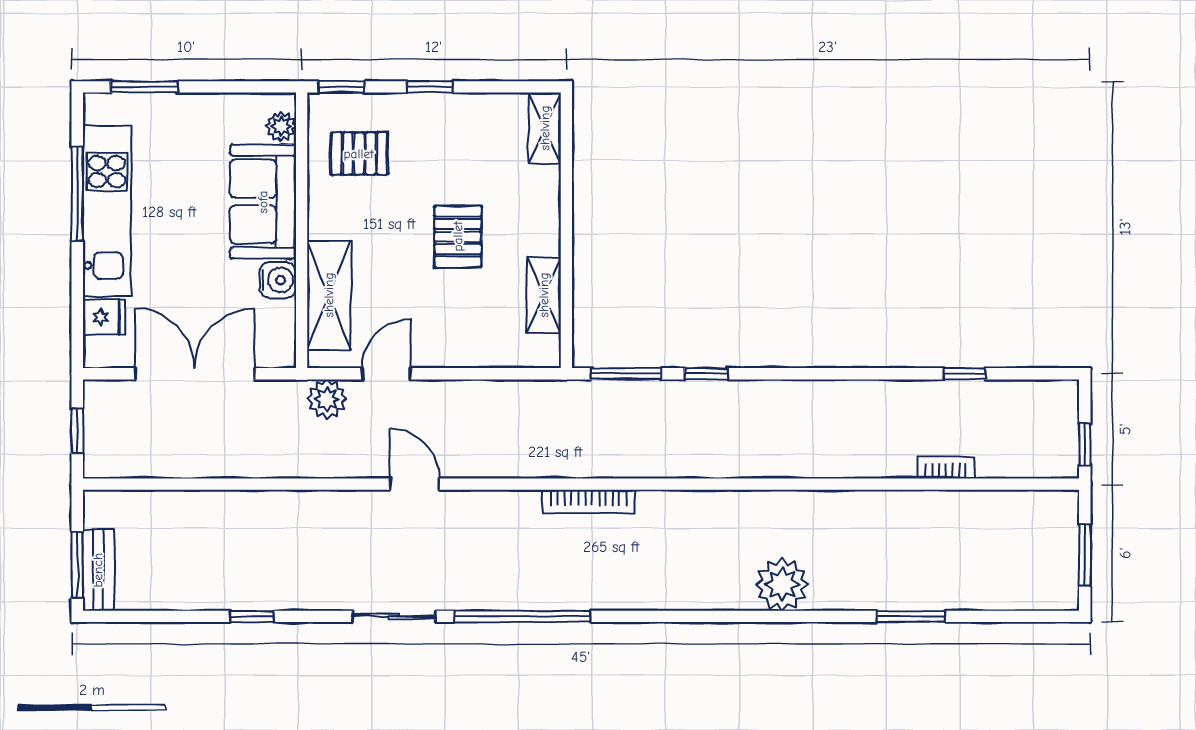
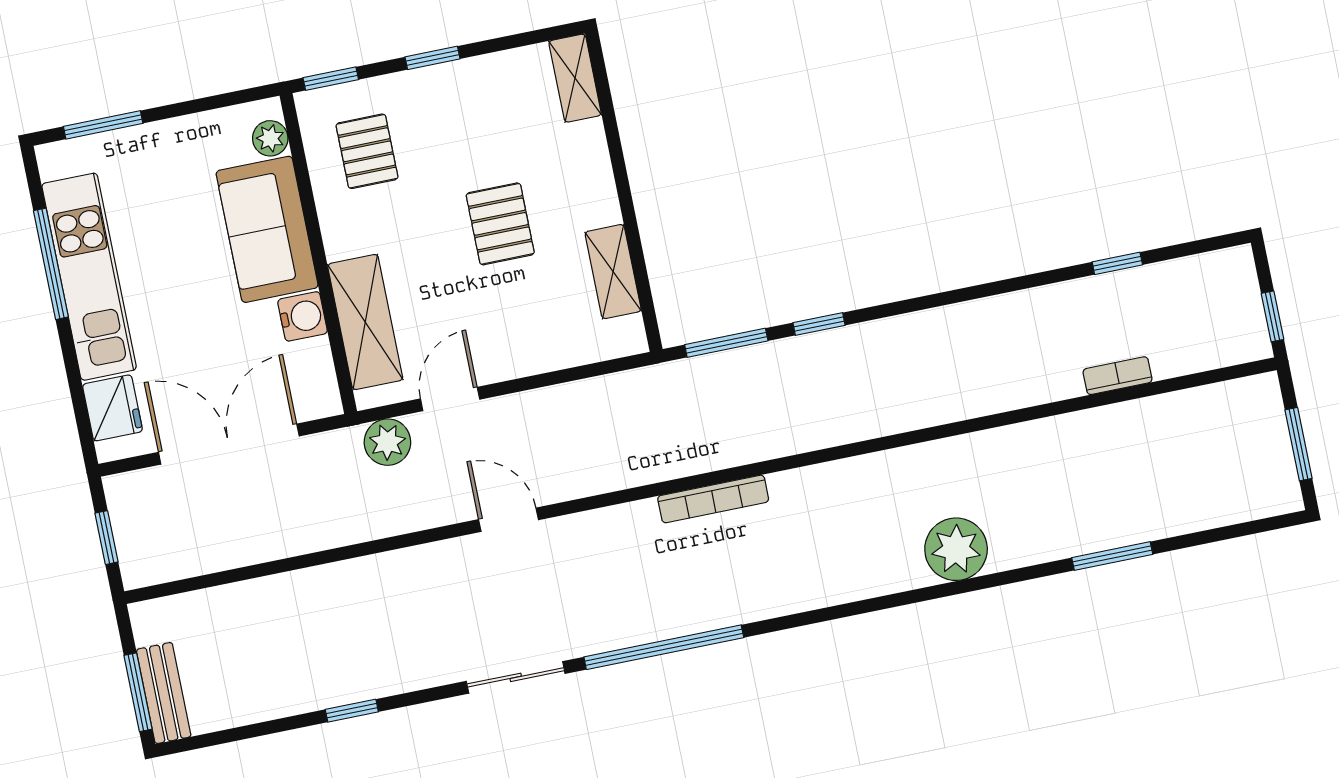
pallet: (359, 154) -> (367, 151), turned 90
fridge: (104, 317) -> (112, 408), width x1.38

